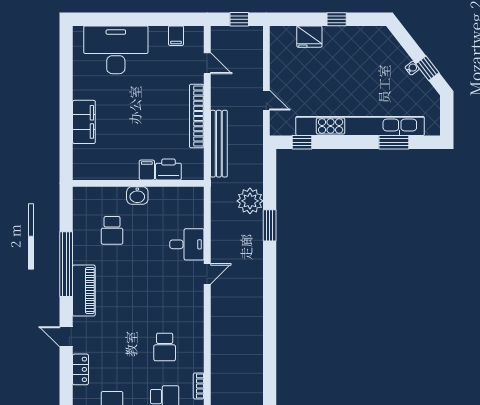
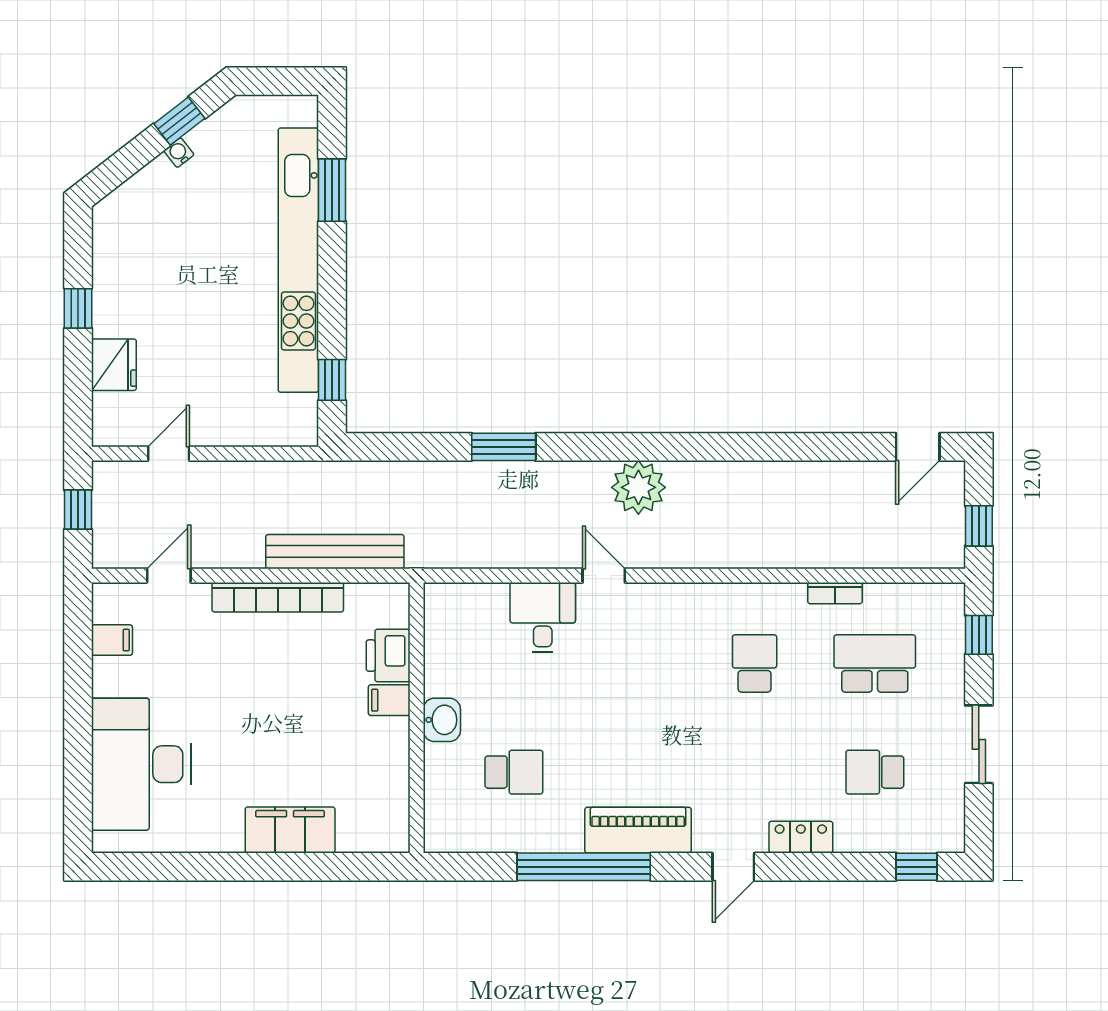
door: (266, 100) -> (169, 454), moved
plant: (250, 201) -> (638, 487), moved
school desk: (165, 347) -> (755, 663), turned -90

